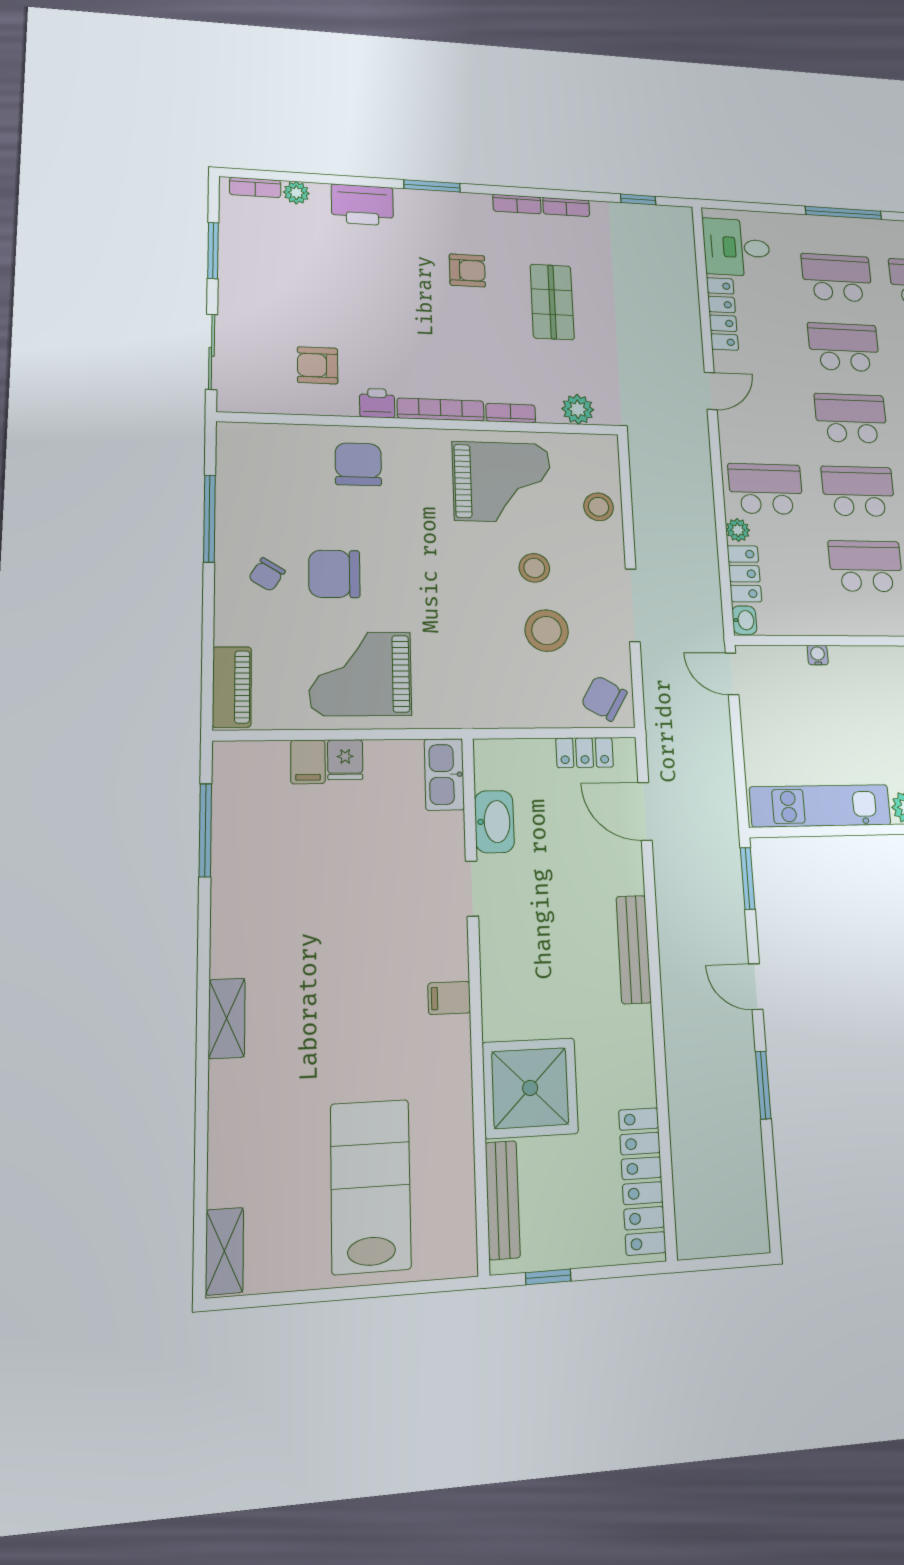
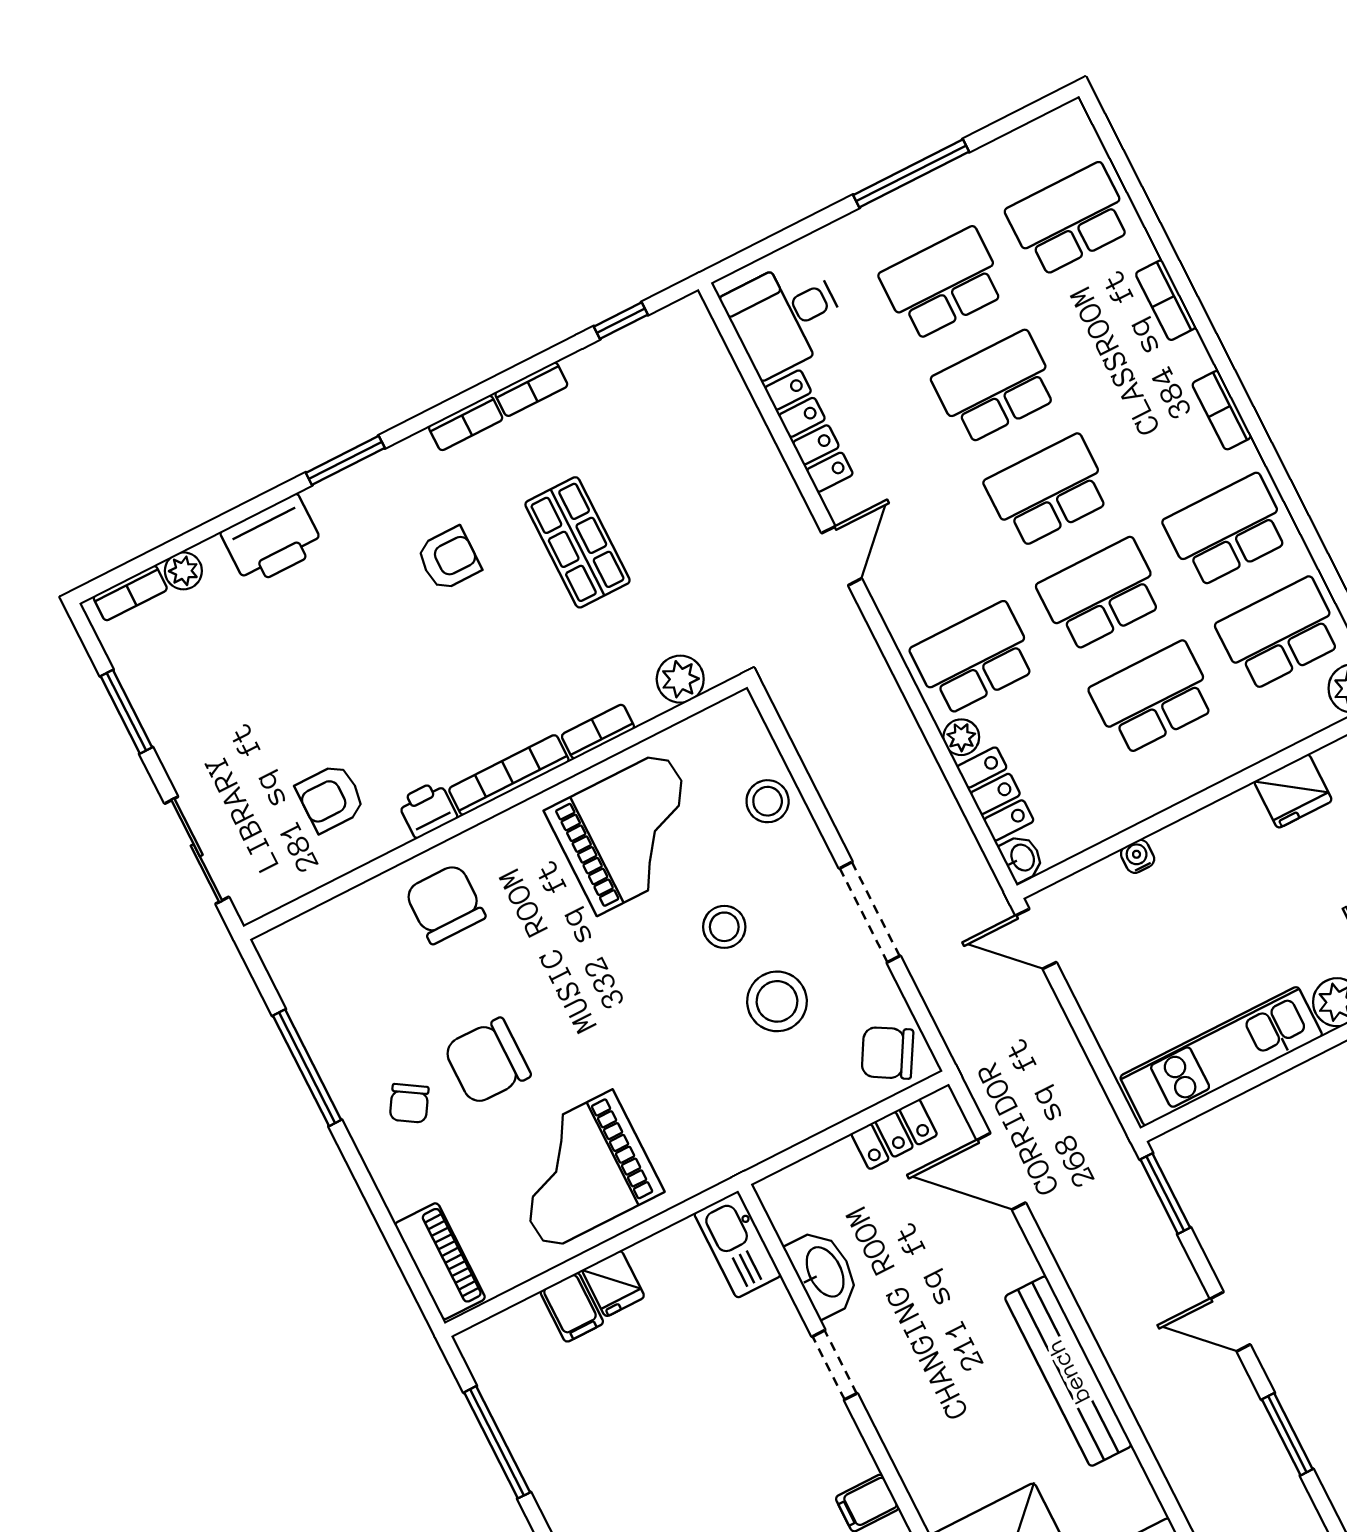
bench: (634, 949) -> (1068, 1371), width x1.37, depth x1.21

